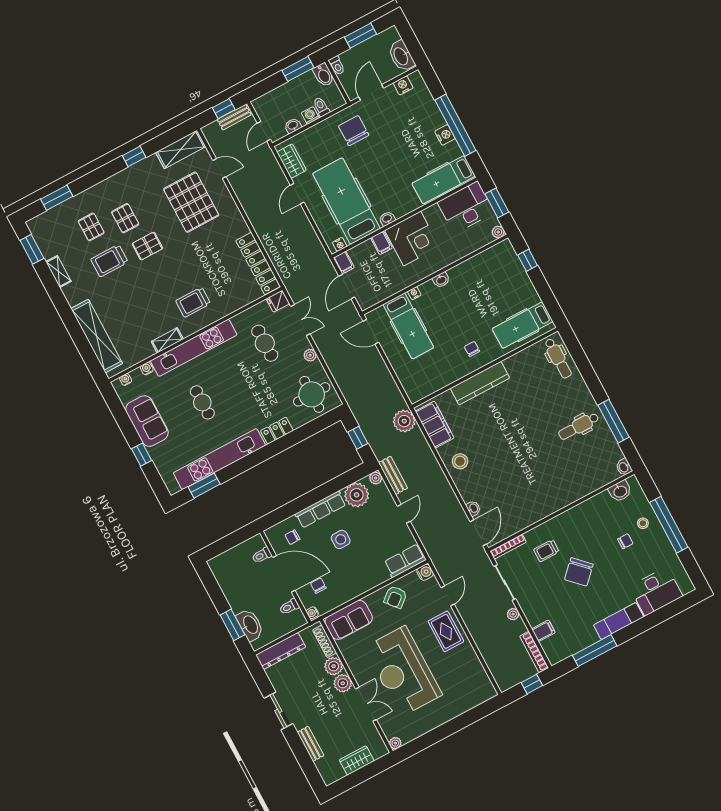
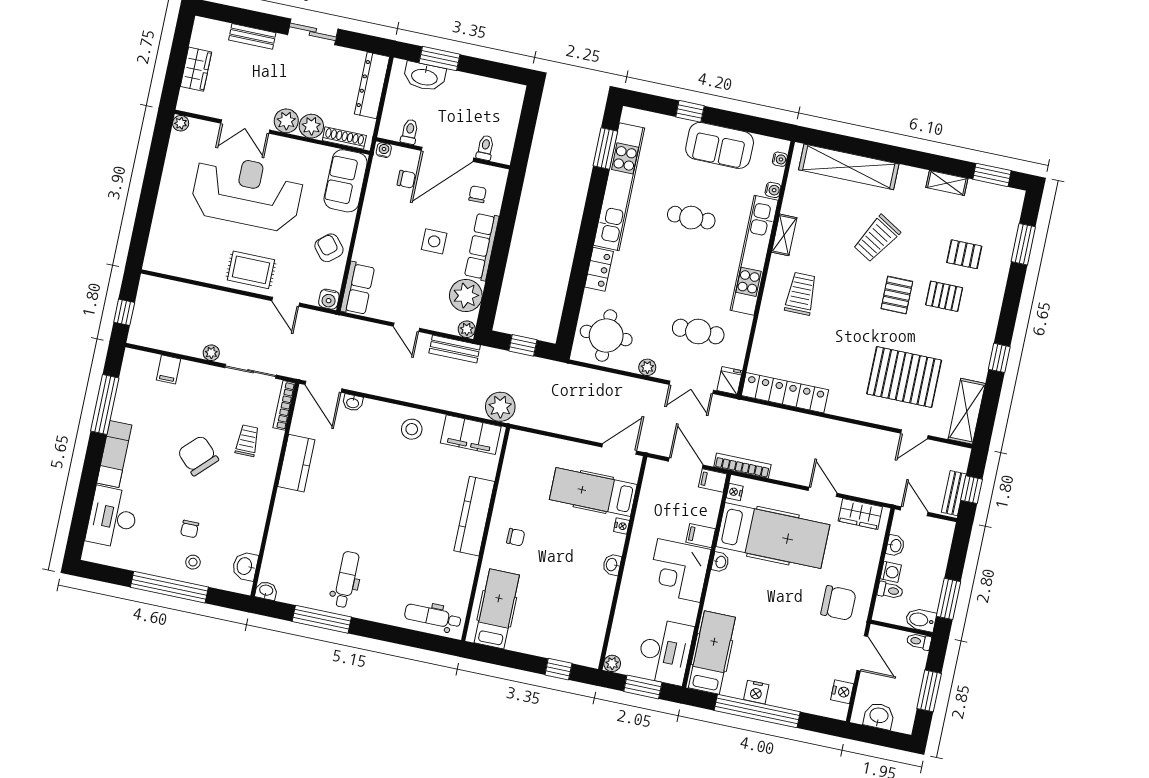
washbasin: (401, 56) -> (879, 716), width x0.72
trolley: (109, 261) -> (877, 239), moved, turned -149
kitchen counter: (536, 512) -> (296, 463), added
bookcase: (534, 652) -> (742, 466), moved

